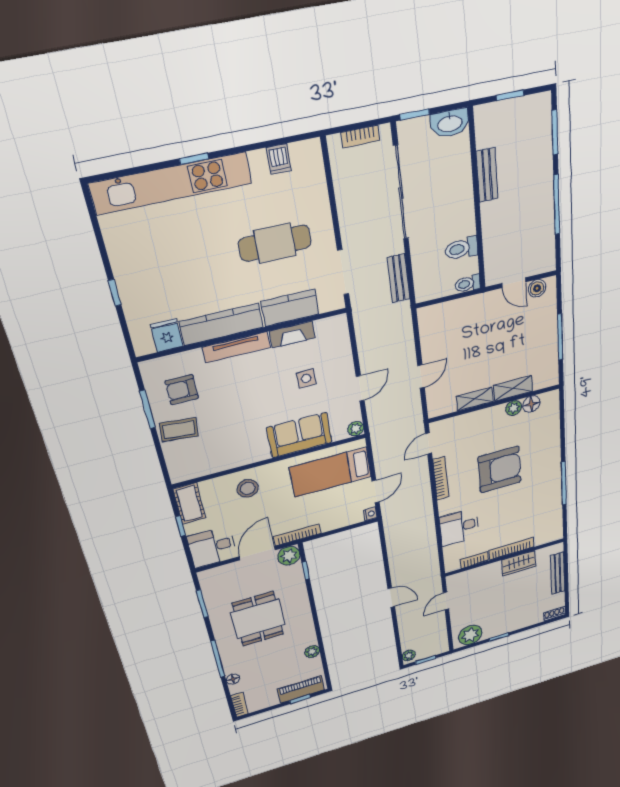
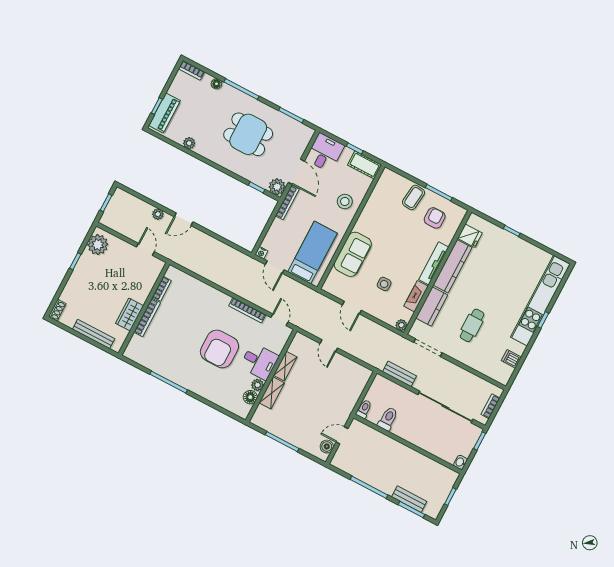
washbasin: (450, 123) -> (460, 462), width x0.52, depth x0.69
bench: (487, 175) -> (409, 499), moved
cafe table: (275, 243) -> (472, 325), width x0.73, depth x0.74
plant: (356, 429) -> (401, 325), moved
desk: (459, 527) -> (259, 361), moved, turned 90
plant: (409, 655) -> (158, 214), moved

